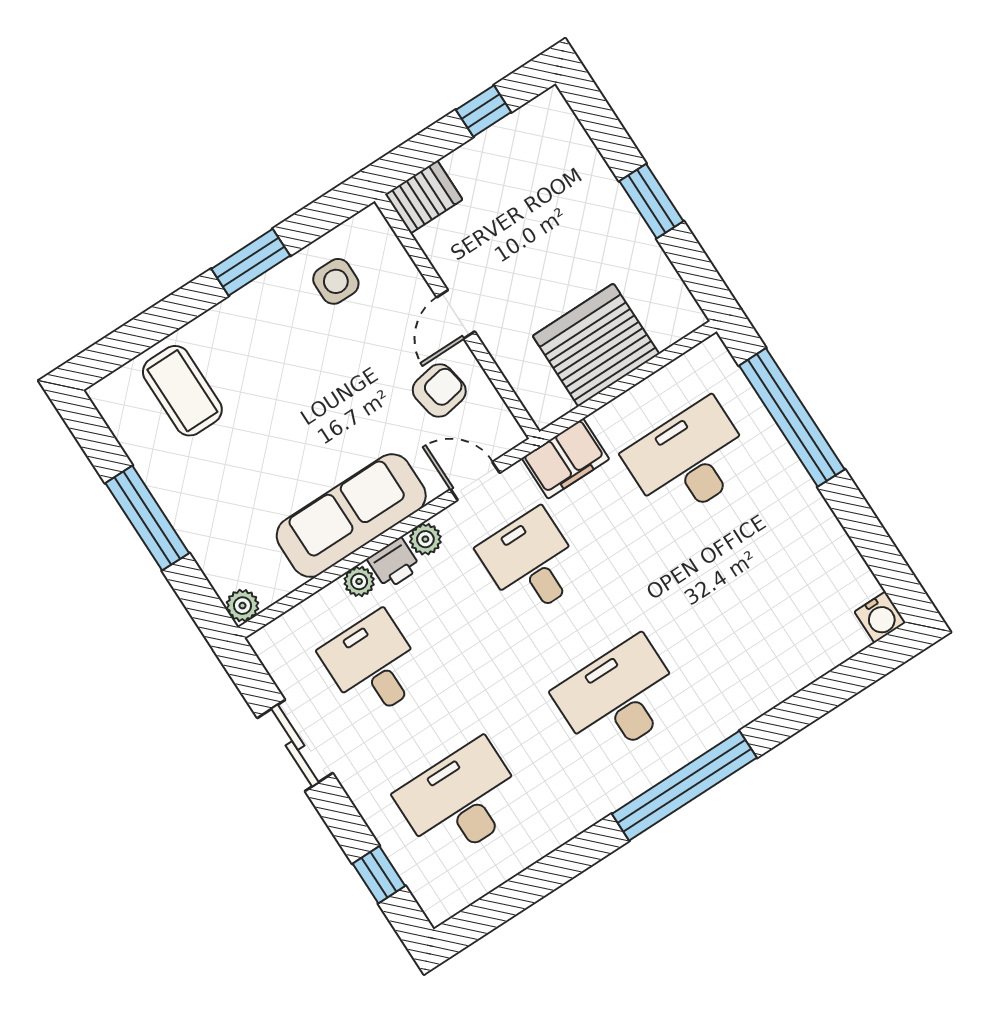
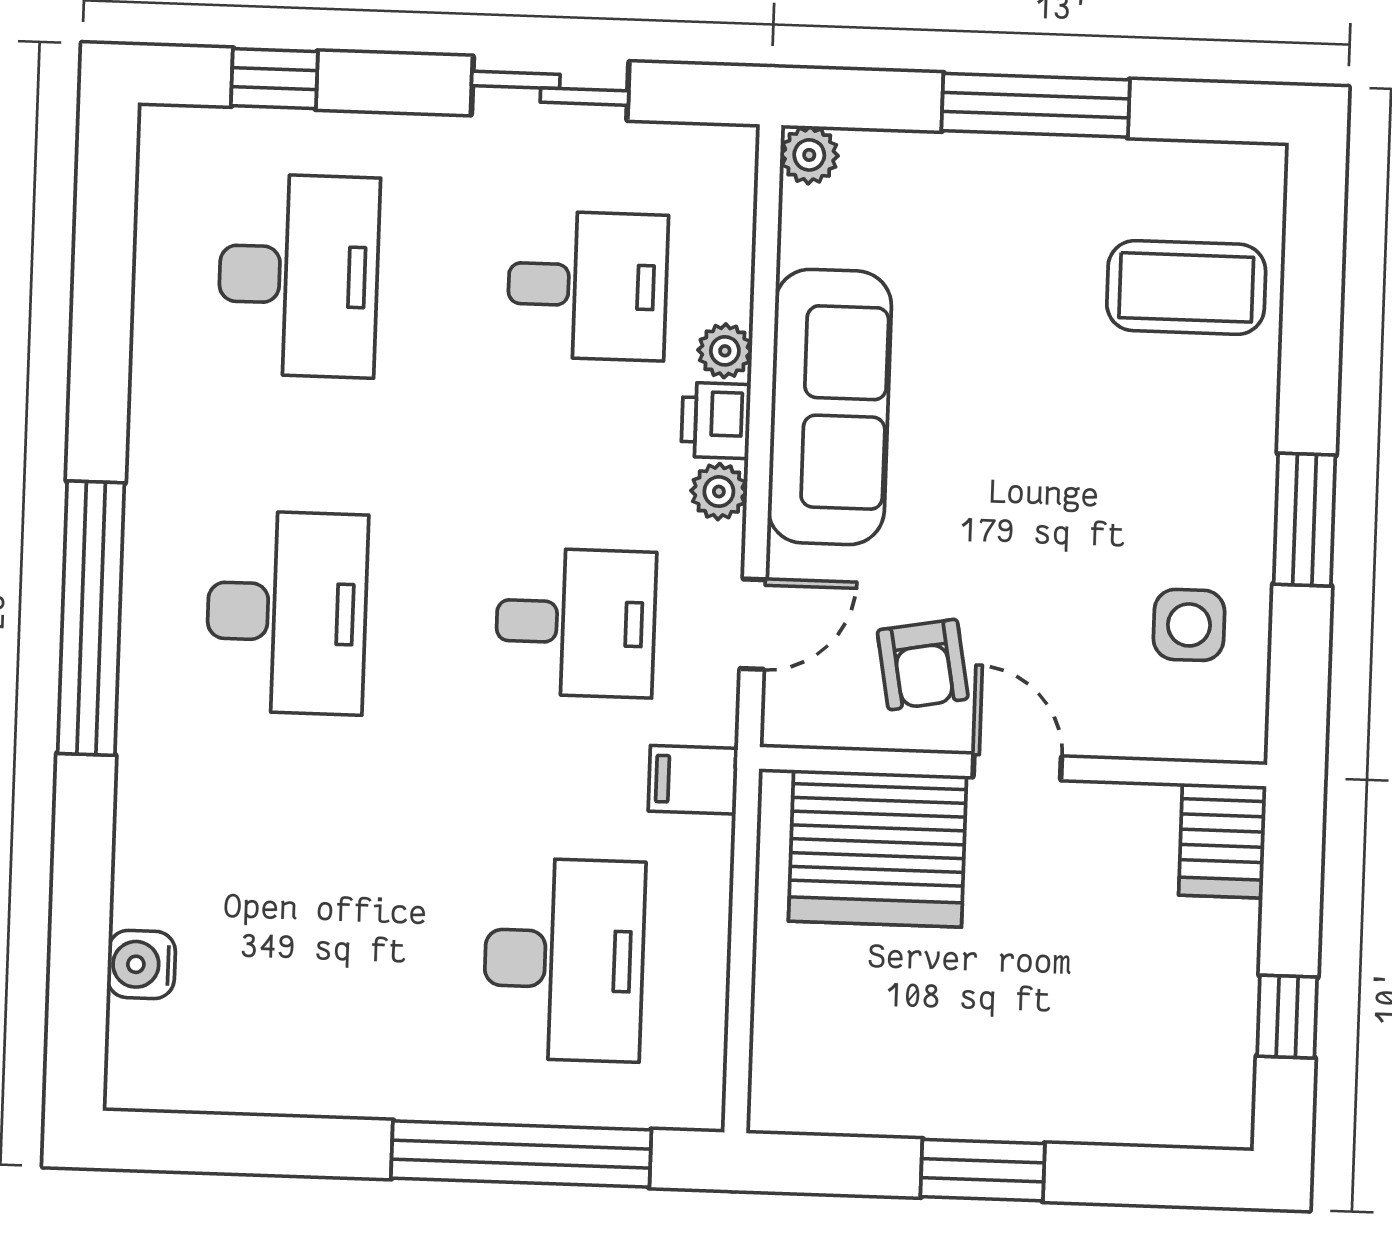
server rack: (596, 345) -> (878, 848), moved, turned 90
filing cabinet: (565, 459) -> (693, 780), width x0.50
water cooler: (880, 617) -> (141, 964), moved

